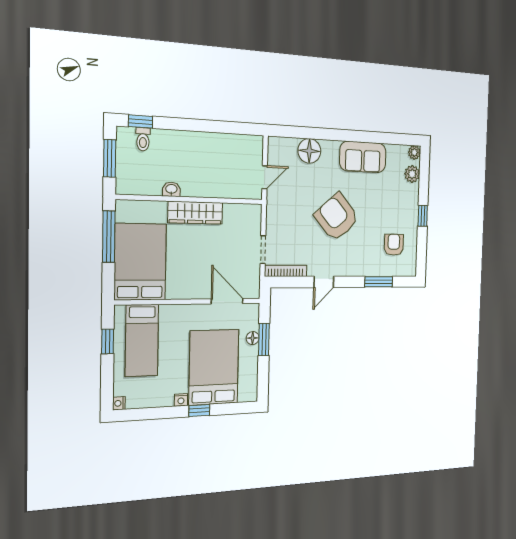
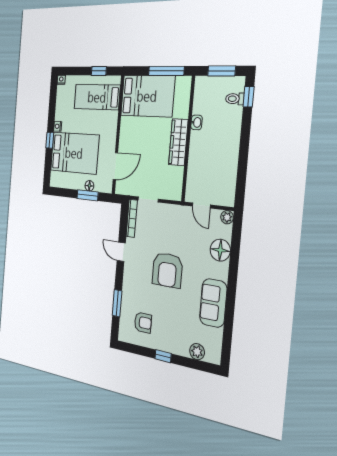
plant: (414, 152) -> (227, 217), moved
armchair: (337, 217) -> (167, 270), turned 131

